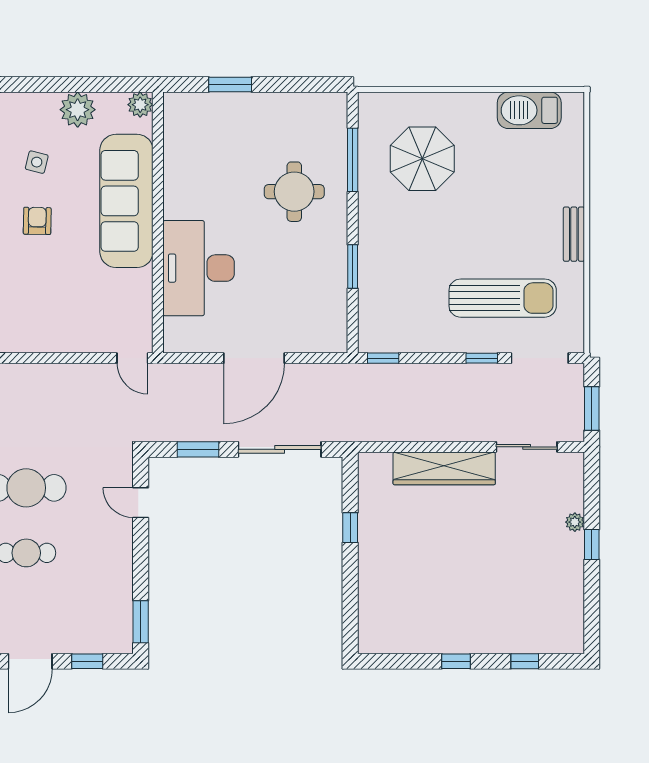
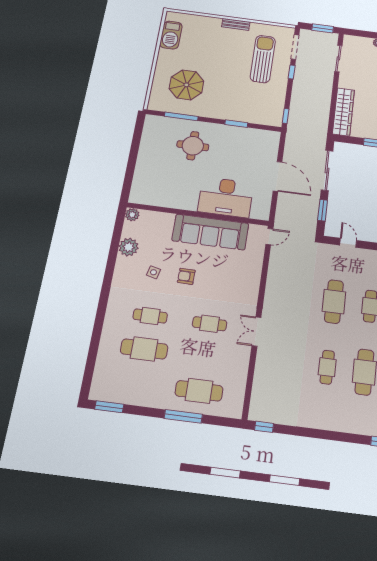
window: (230, 85) -> (130, 169), removed
sofa: (126, 201) -> (210, 232), moved
wardrobe: (444, 468) -> (343, 112), moved
door: (141, 503) -> (348, 243), swing flipped

